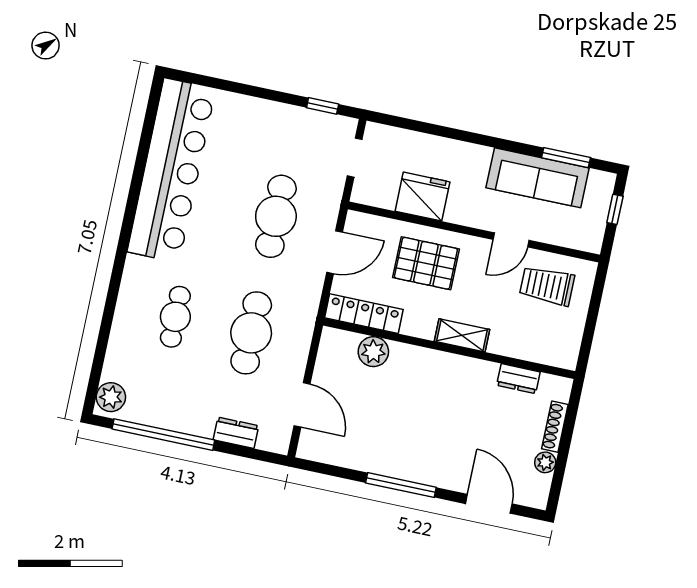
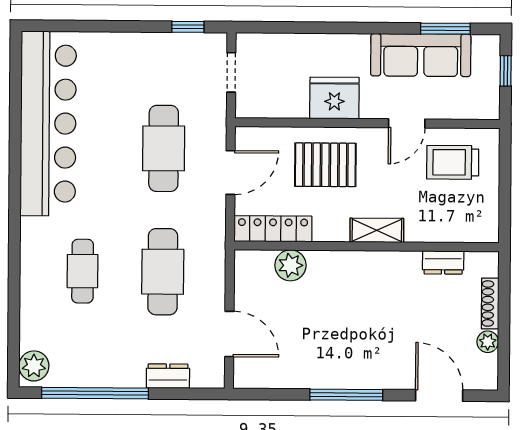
fridge: (423, 197) -> (334, 98), moved

